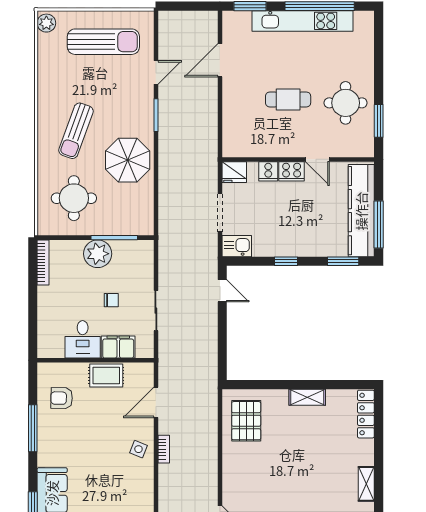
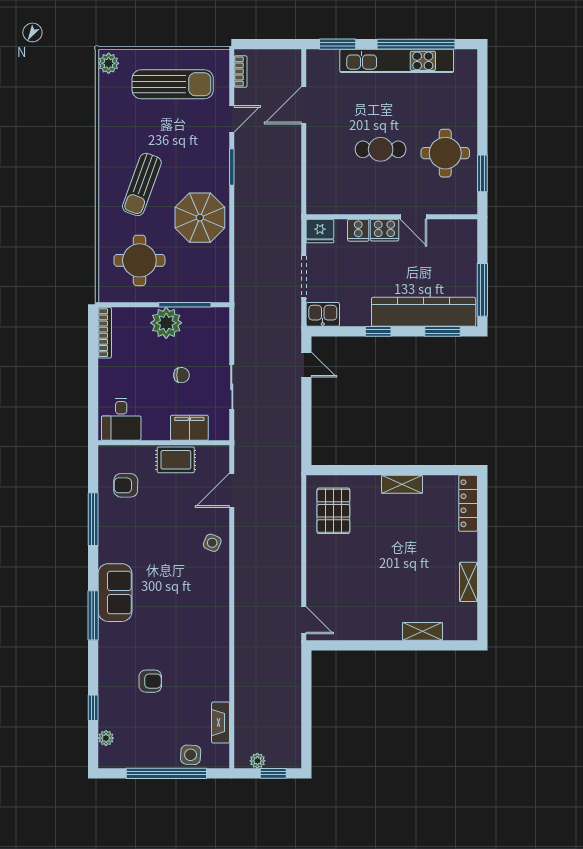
kitchen counter: (361, 211) -> (424, 312), moved, turned 90
desk: (83, 339) -> (121, 419), moved
bookcase: (164, 449) -> (241, 71), moved

